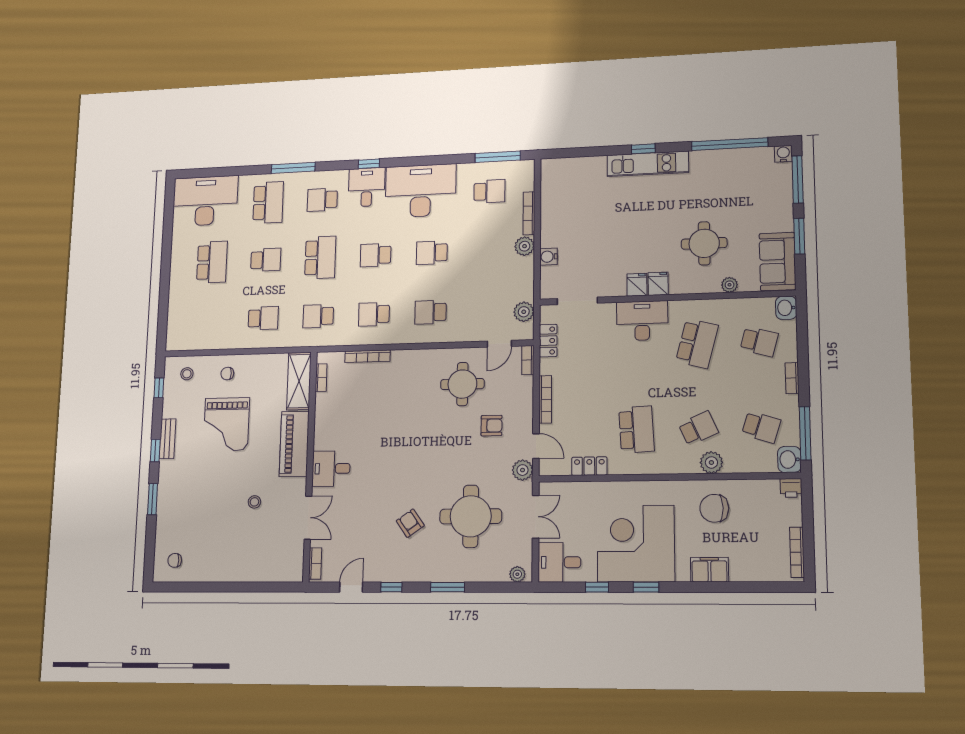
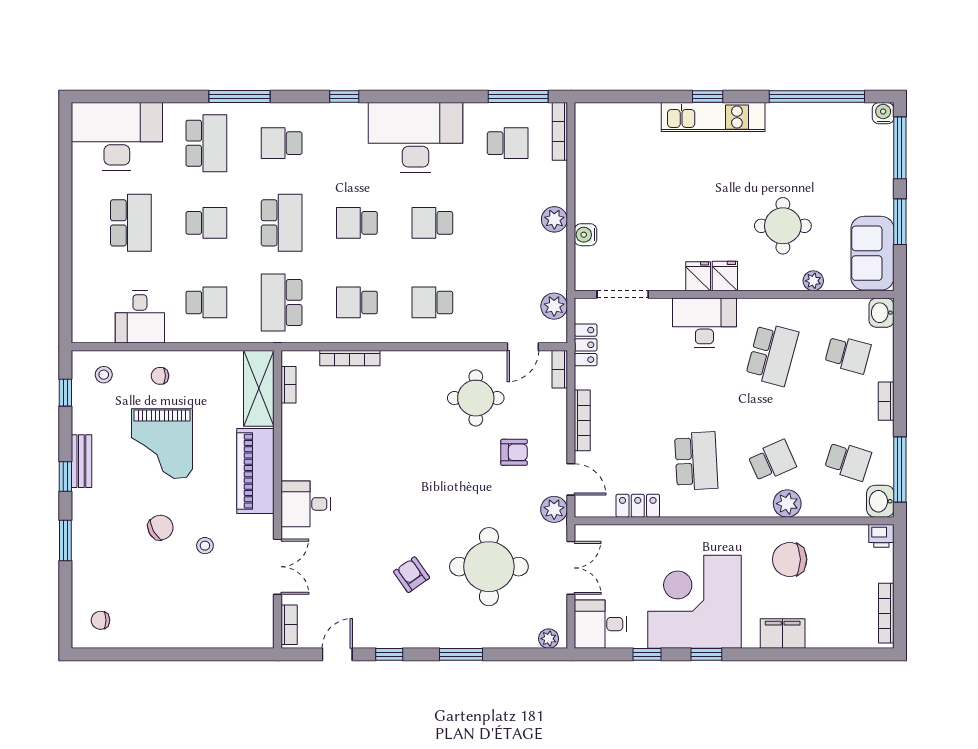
desk: (367, 187) -> (140, 317), moved, turned 180
bookcase: (529, 213) -> (560, 131), moved
school desk: (318, 316) -> (282, 302), width x1.85
chair: (222, 488) -> (160, 528), added

